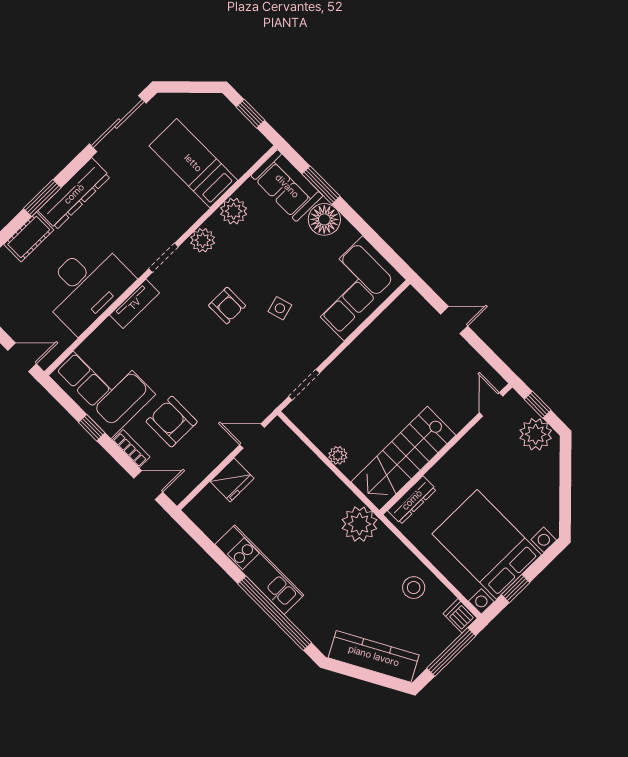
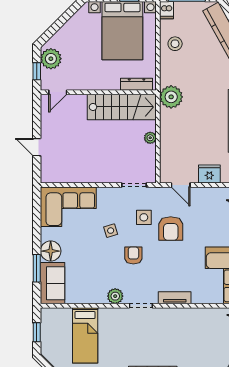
plant: (234, 211) -> (88, 295), removed
desk: (86, 286) -> (189, 328), removed
side table: (257, 360) -> (144, 217), added
armchair: (172, 422) -> (171, 229), moved

